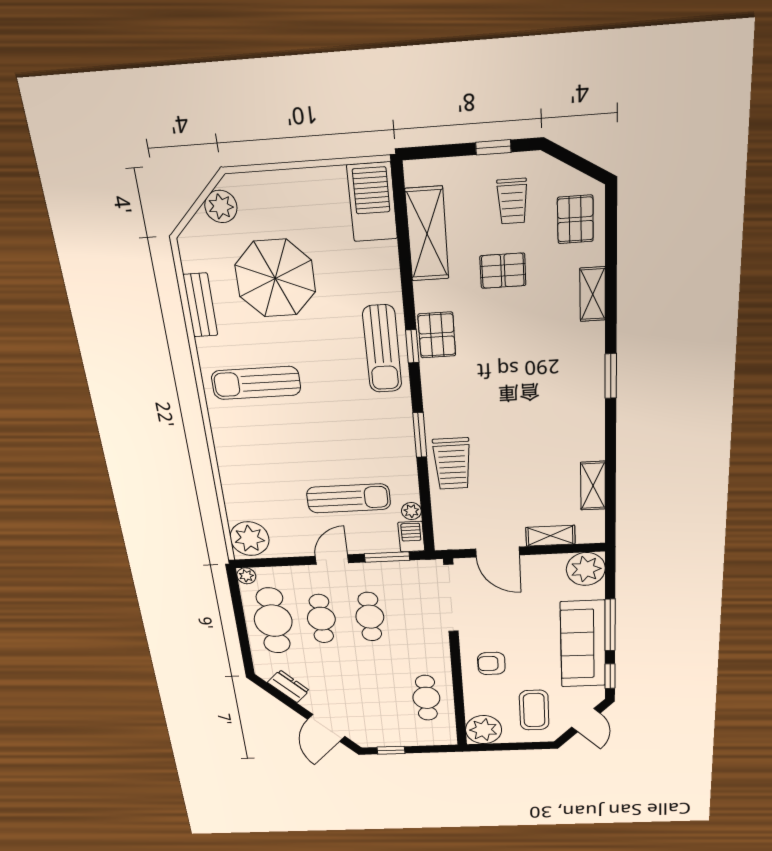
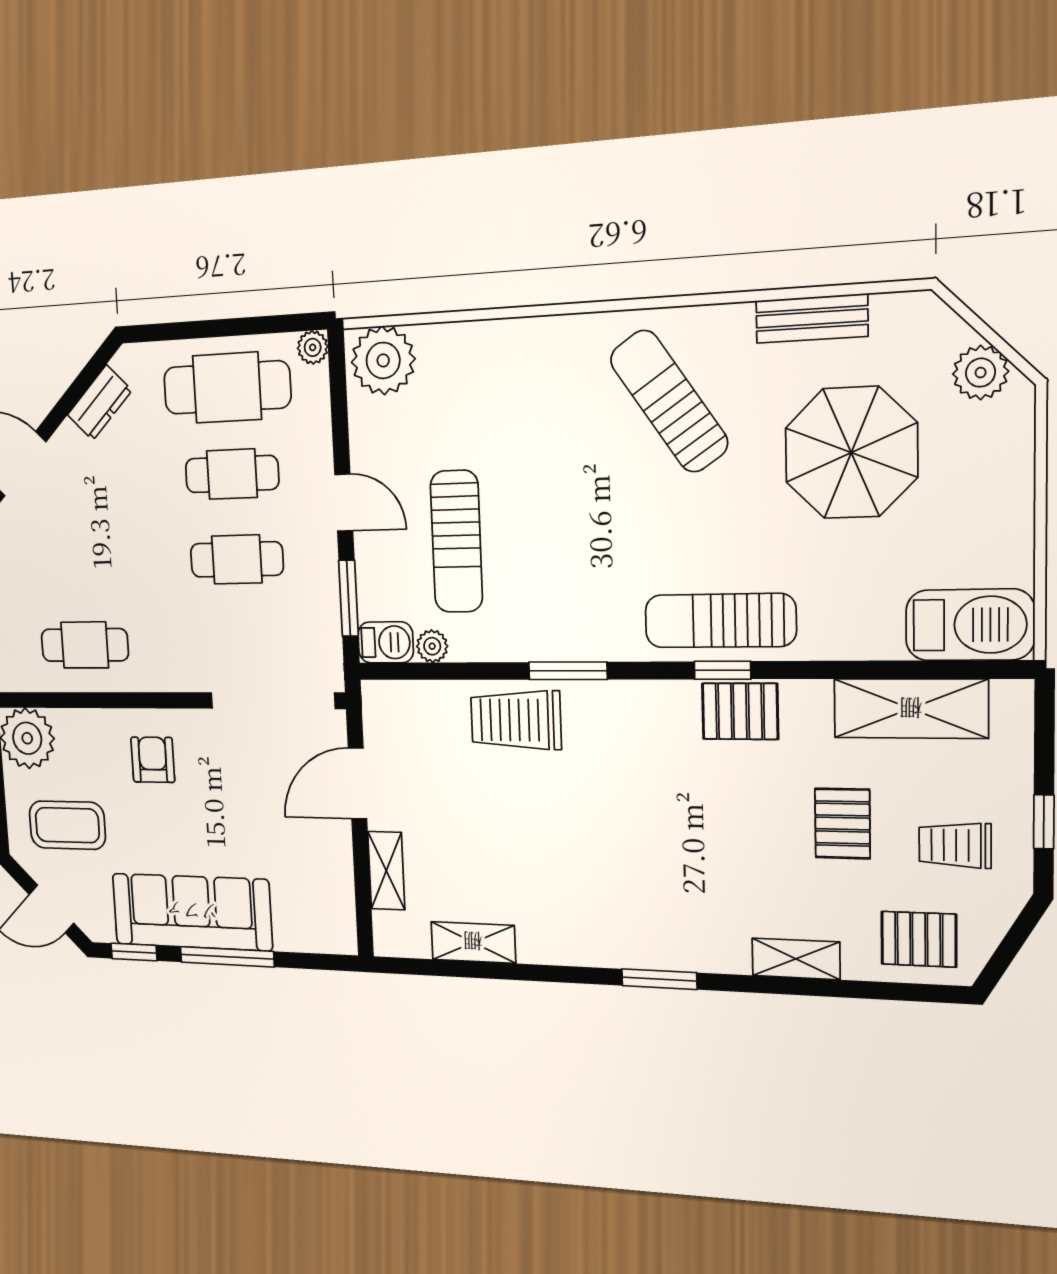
sun lounger: (256, 383) -> (669, 401), turned -34
plant: (586, 569) -> (327, 923), removed

